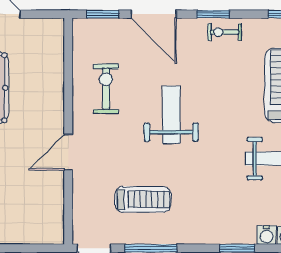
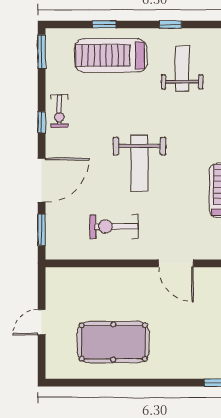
window: (213, 14) -> (42, 122), width x0.67
weight bench: (171, 115) -> (139, 163), turned -90

